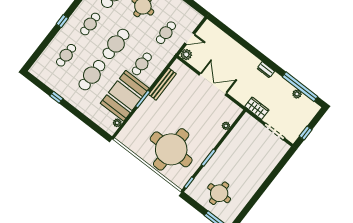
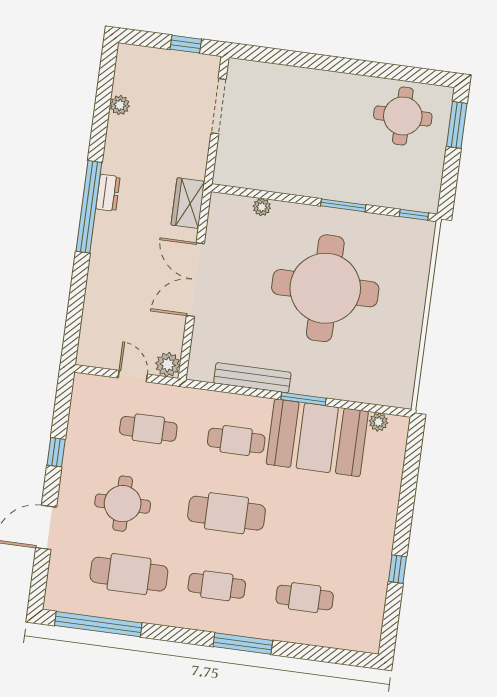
window: (62, 21) -> (243, 644), width x2.17
cafe table: (92, 75) -> (314, 525), removed
window: (300, 87) -> (89, 207), moved
wardrobe: (257, 108) -> (188, 203), moved
round table: (171, 149) -> (325, 288), moved
round table: (219, 193) -> (403, 116), moved

